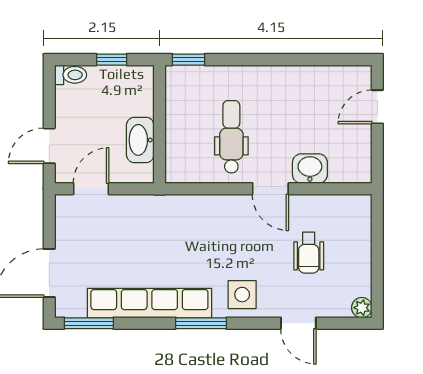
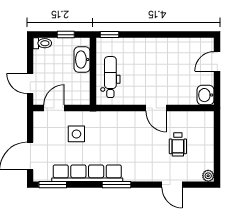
dental chair: (231, 137) -> (110, 77), moved
washbasin: (140, 140) -> (82, 60), moved
door: (49, 146) -> (30, 84), hinge flipped
washbasin: (310, 169) -> (206, 95), moved, turned -90
side table: (242, 295) -> (76, 134), moved

